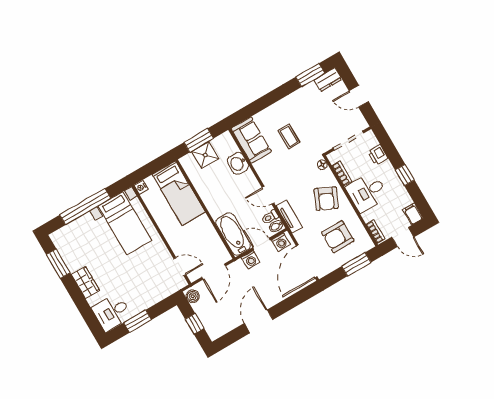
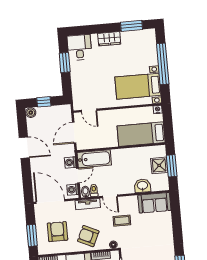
coffee table: (289, 136) -> (122, 221), moved
door: (268, 195) -> (110, 196), swing flipped
door: (180, 267) -> (89, 110), hinge flipped
door: (214, 272) -> (74, 133), hinge flipped
boiler: (193, 296) -> (31, 113), moved

